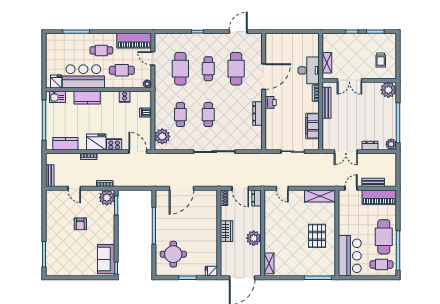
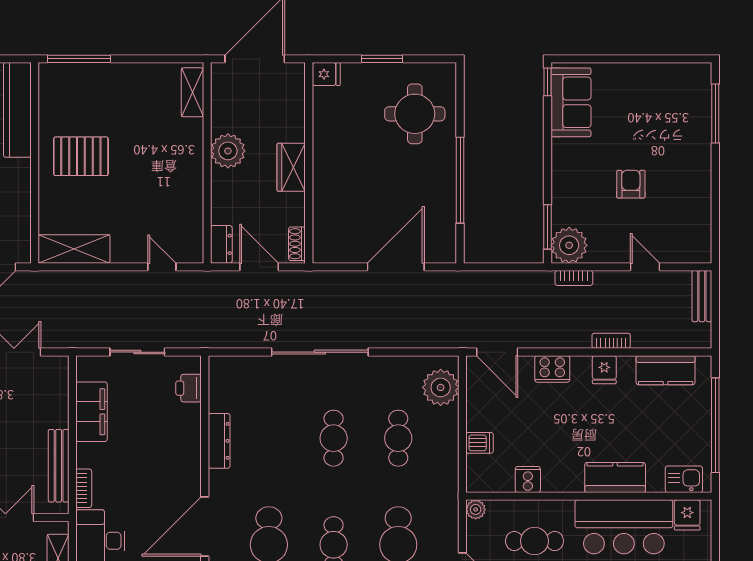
printer: (271, 102) -> (189, 388), moved
fridge: (96, 142) -> (604, 370), width x0.53, depth x0.75
pallet: (317, 236) -> (81, 156), turned 90

